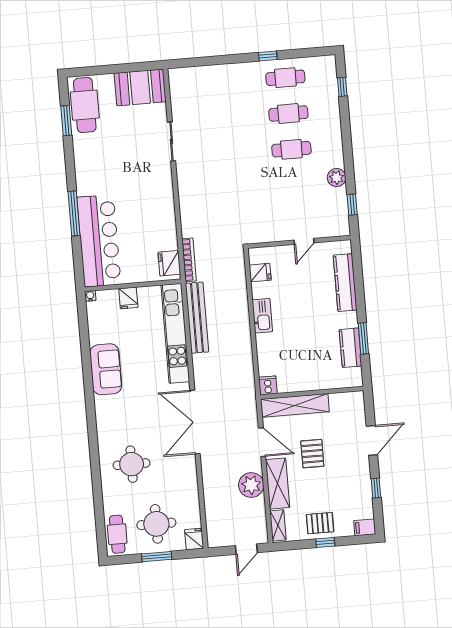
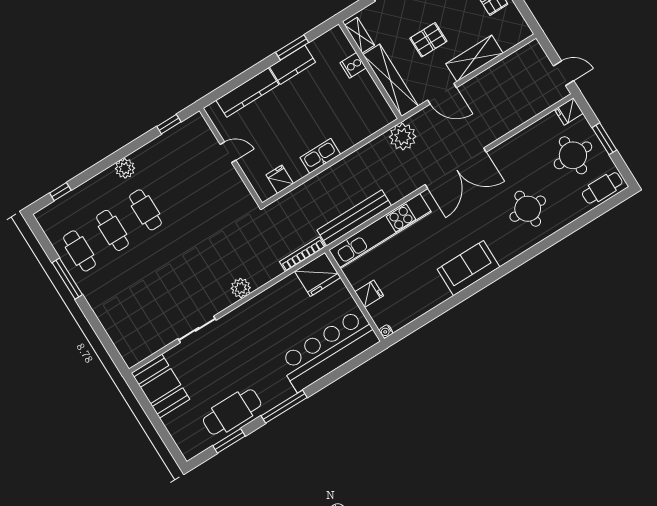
window: (268, 56) -> (67, 279), width x2.17
cafe table: (85, 105) -> (232, 412), moved
plant: (337, 178) -> (125, 168), moved
plant: (187, 195) -> (241, 288), added
window: (74, 213) -> (284, 407), moved
fridge: (169, 263) -> (317, 275), width x1.36, depth x1.34
kitchen counter: (350, 348) -> (292, 65), moved
sofa: (106, 369) -> (469, 268), moved
cooker: (268, 385) -> (353, 65), moved
door: (262, 442) -> (442, 94), swing flipped
plant: (251, 485) -> (403, 137), moved
shelving: (278, 525) -> (360, 35), moved, turned 90
door: (246, 549) -> (564, 73), moved

